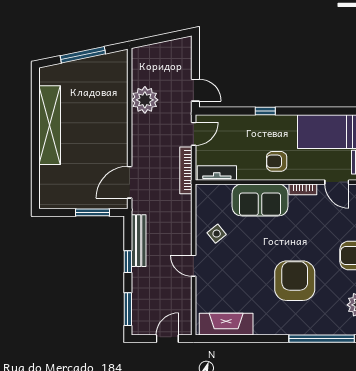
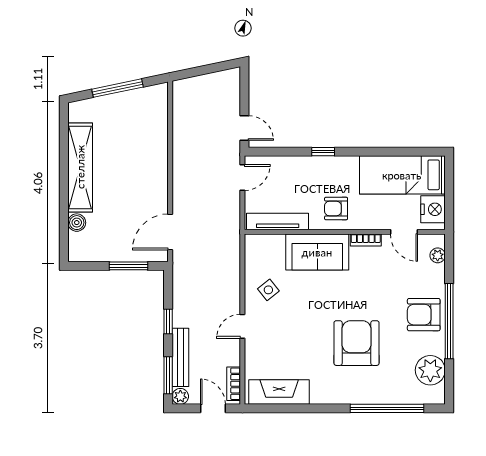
plant: (145, 100) -> (180, 396), moved, width x0.53, depth x0.53
bookcase: (186, 170) -> (234, 384), moved, width x0.64
tv unit: (217, 173) -> (278, 221), width x1.41
boiler: (47, 174) -> (77, 223), added
bench: (139, 241) -> (180, 357), moved
door: (194, 266) -> (242, 326), hinge flipped
door: (167, 339) -> (213, 408), hinge flipped

